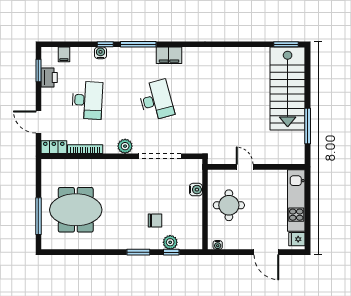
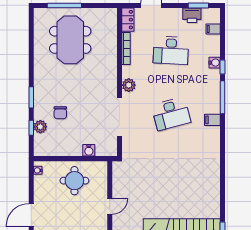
filing cabinet: (169, 55) -> (212, 120), width x0.50
door: (245, 167) -> (110, 206), moved

